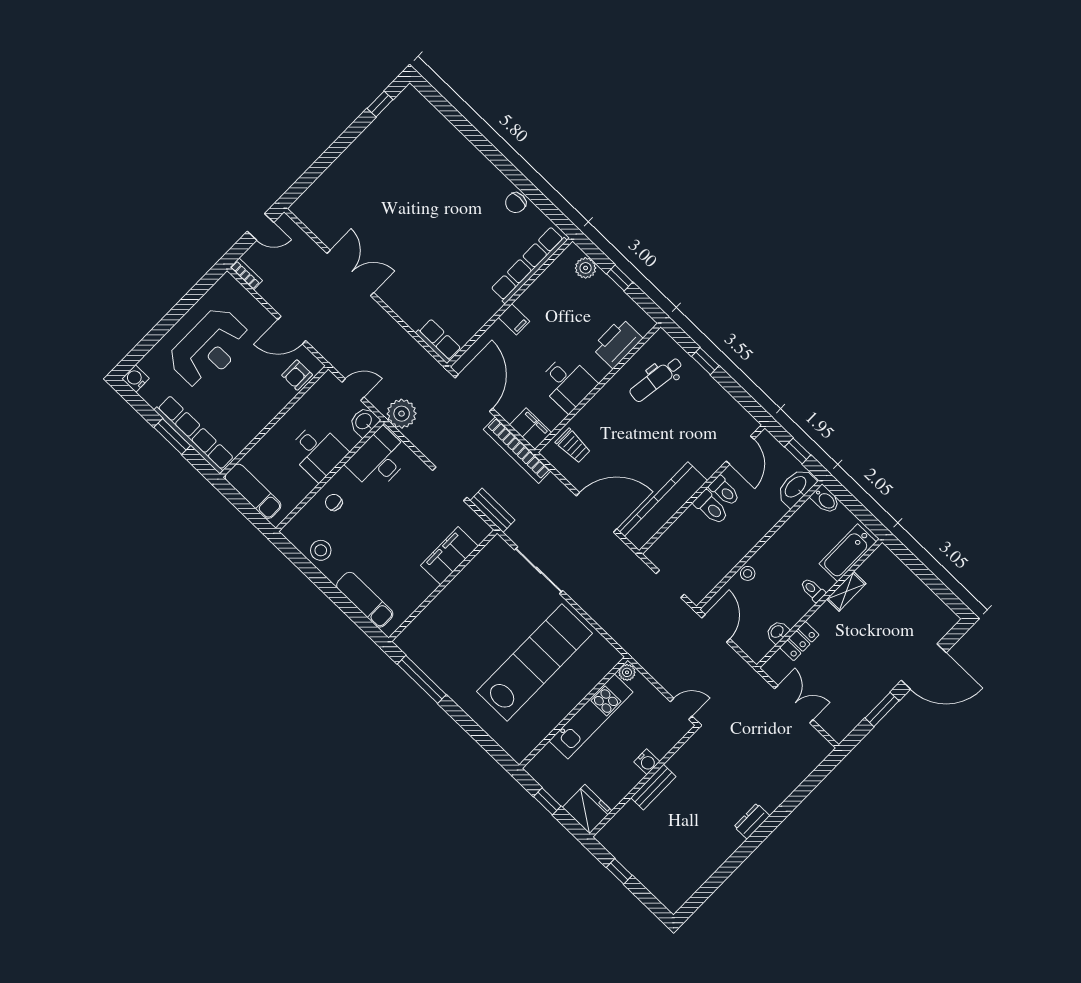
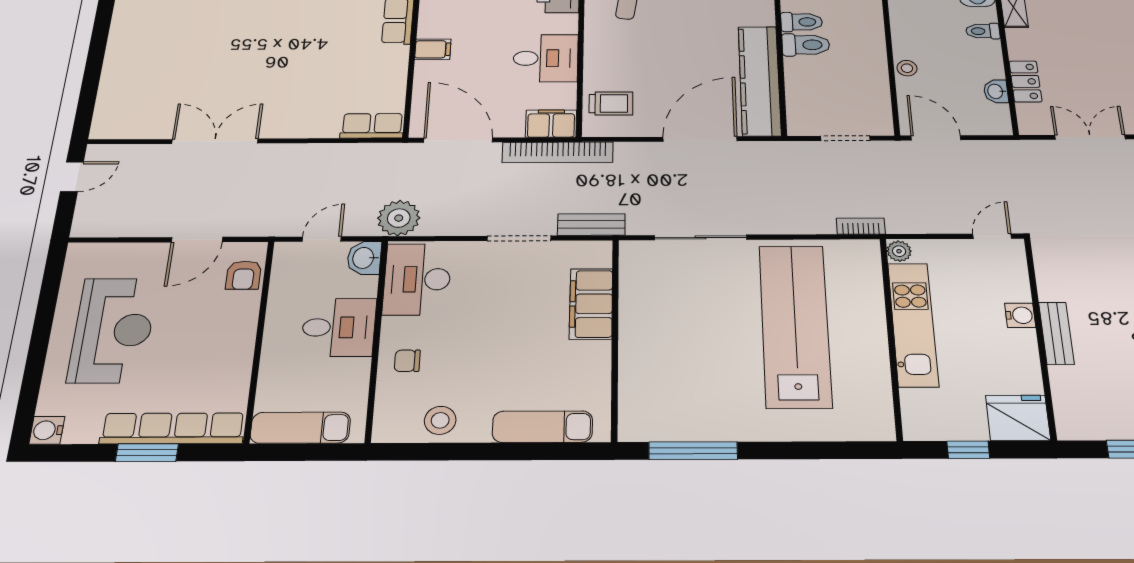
bookcase: (246, 274) -> (861, 226), moved

